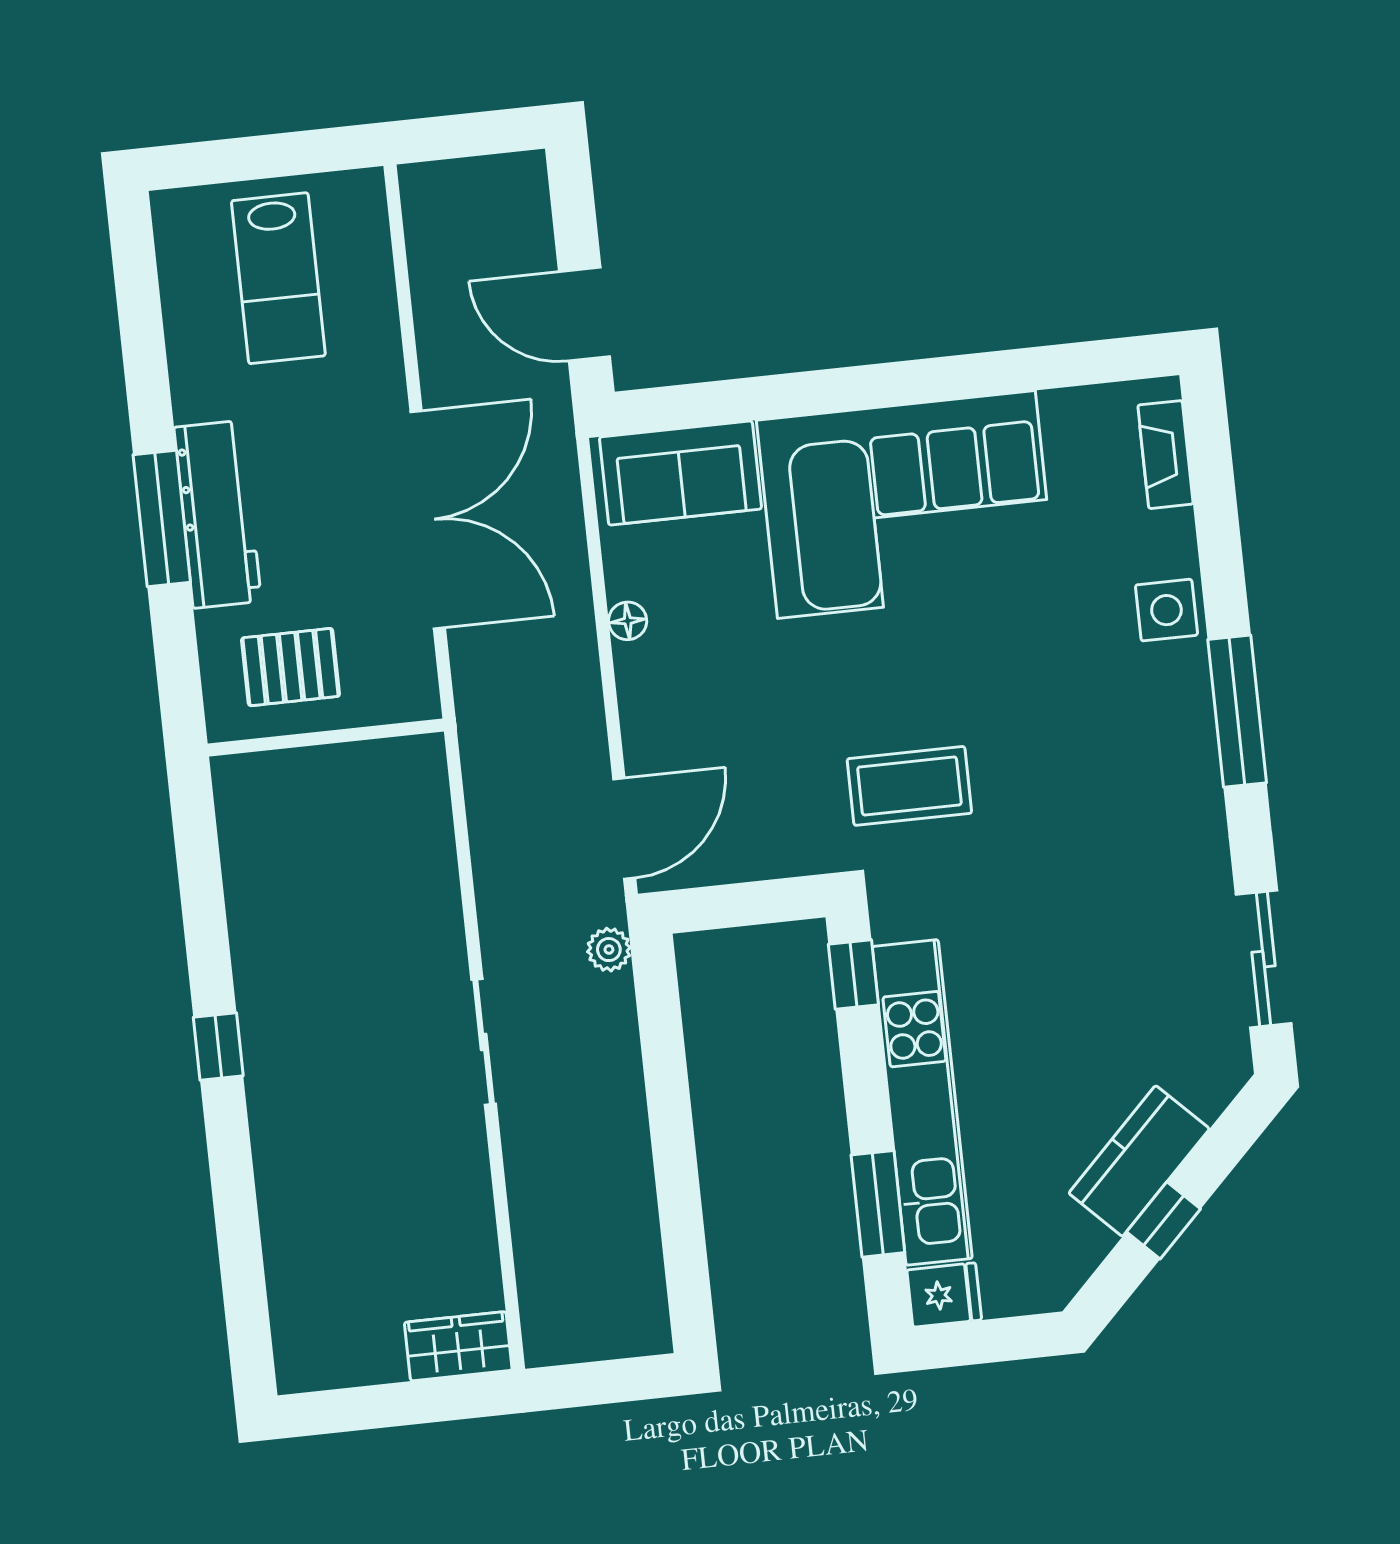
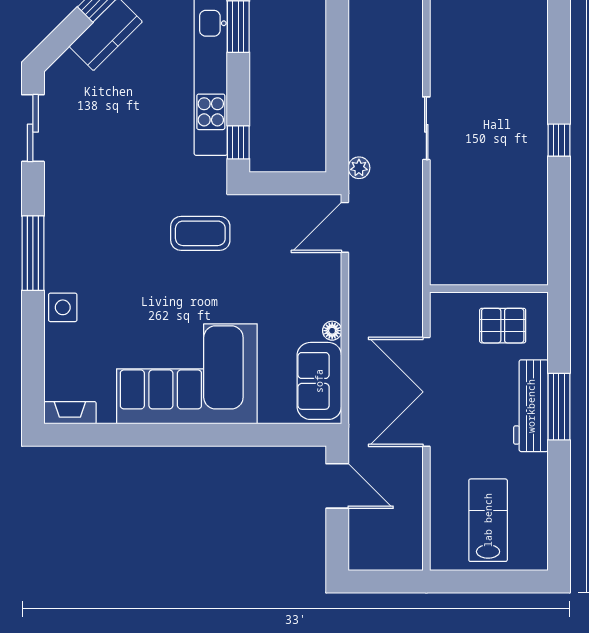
fireplace: (1165, 455) -> (70, 413), moved, turned -90
sofa: (680, 473) -> (319, 381), moved, turned -90

